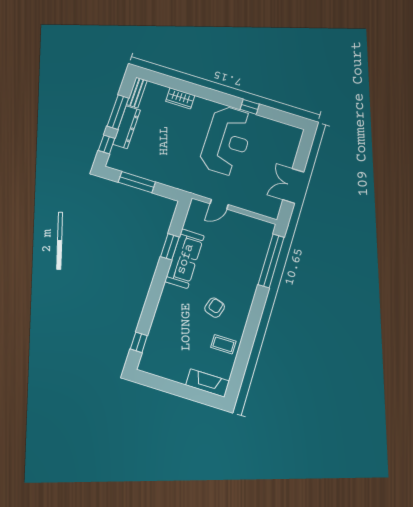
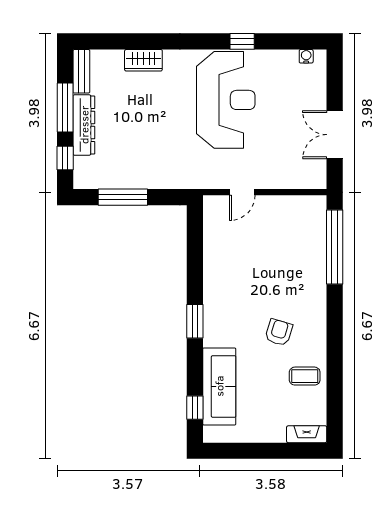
water cooler: (289, 129) -> (306, 56), added
window: (170, 247) -> (195, 321), moved
sofa: (185, 259) -> (219, 386), moved
fireplace: (207, 383) -> (307, 434), width x0.73, depth x0.76

